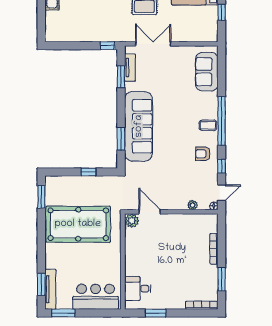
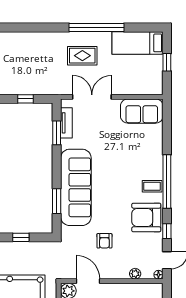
window: (107, 46) -> (25, 99), moved
sofa: (207, 72) -> (142, 111), moved, turned -90
armchair: (203, 154) -> (146, 217), width x1.88, depth x1.88
armchair: (165, 175) -> (104, 241), added

